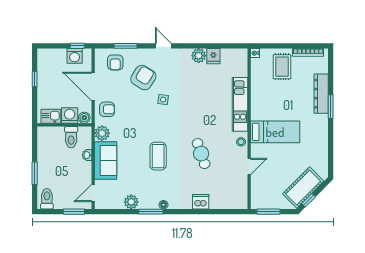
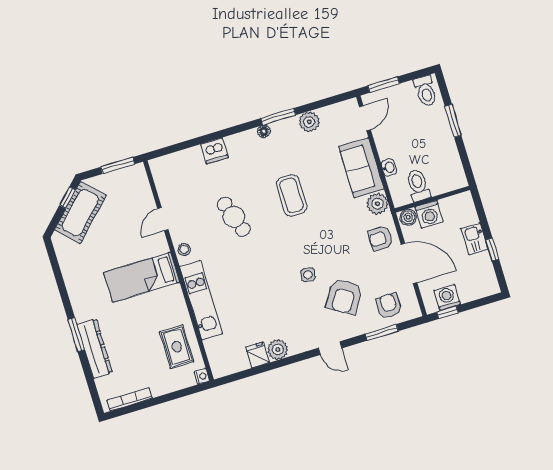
rug: (282, 67) -> (177, 347), moved
kitchen sink: (51, 116) -> (475, 239), moved, turned 90

